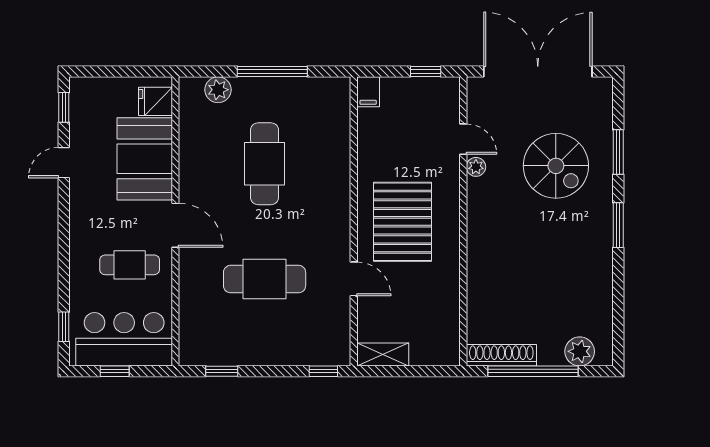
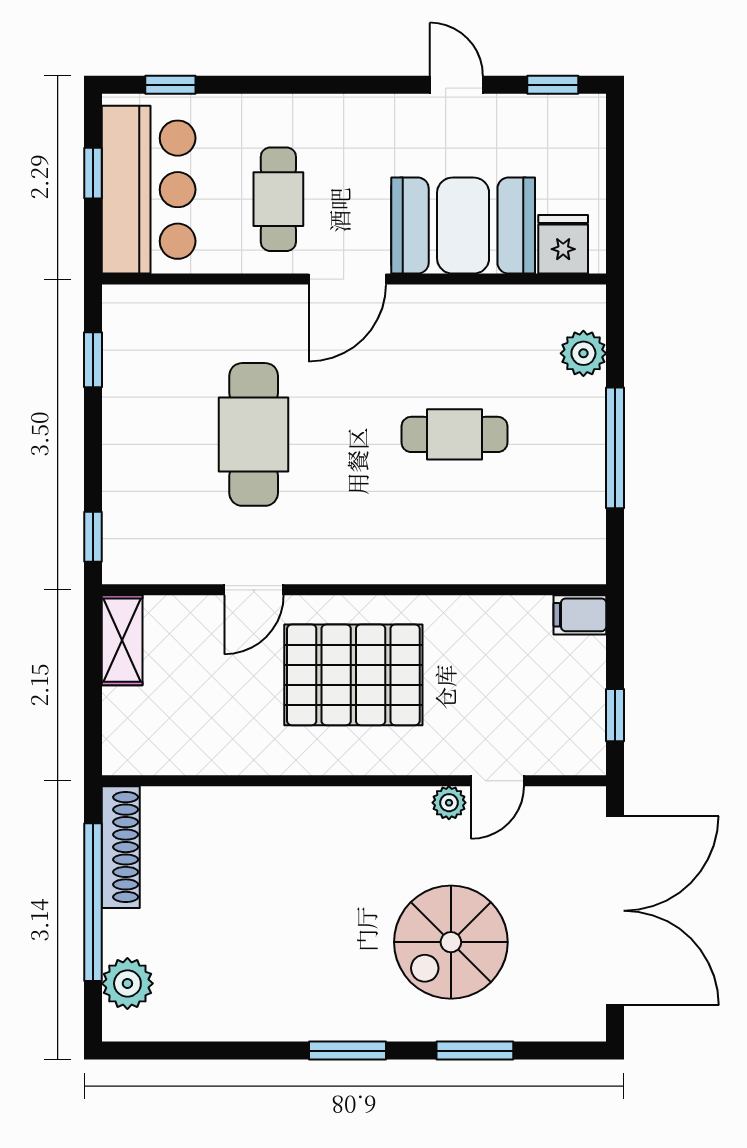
cafe table: (265, 164) -> (454, 434), width x0.73, depth x0.74

